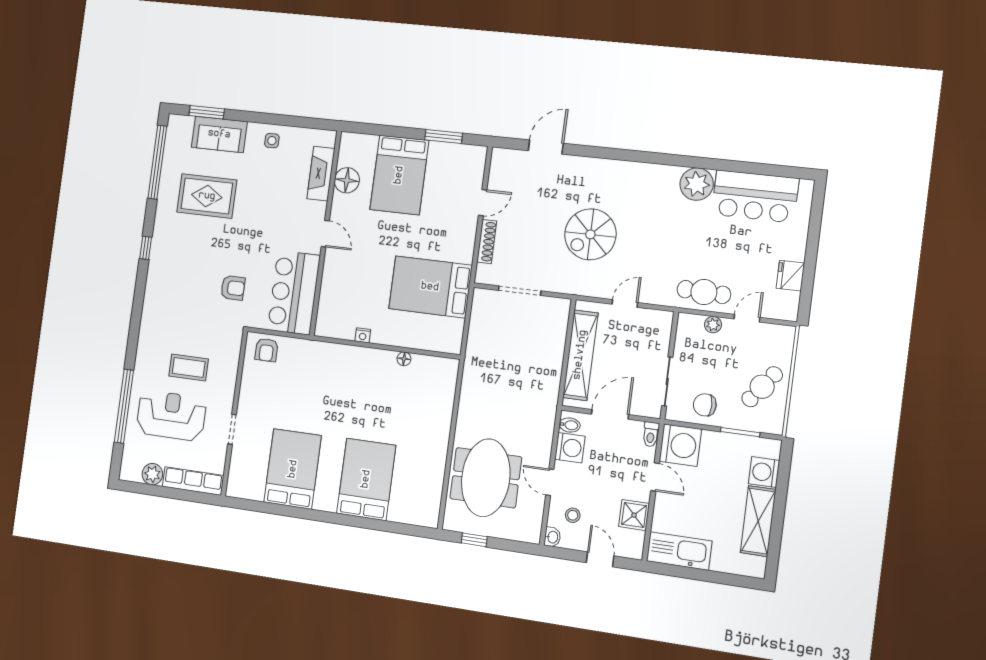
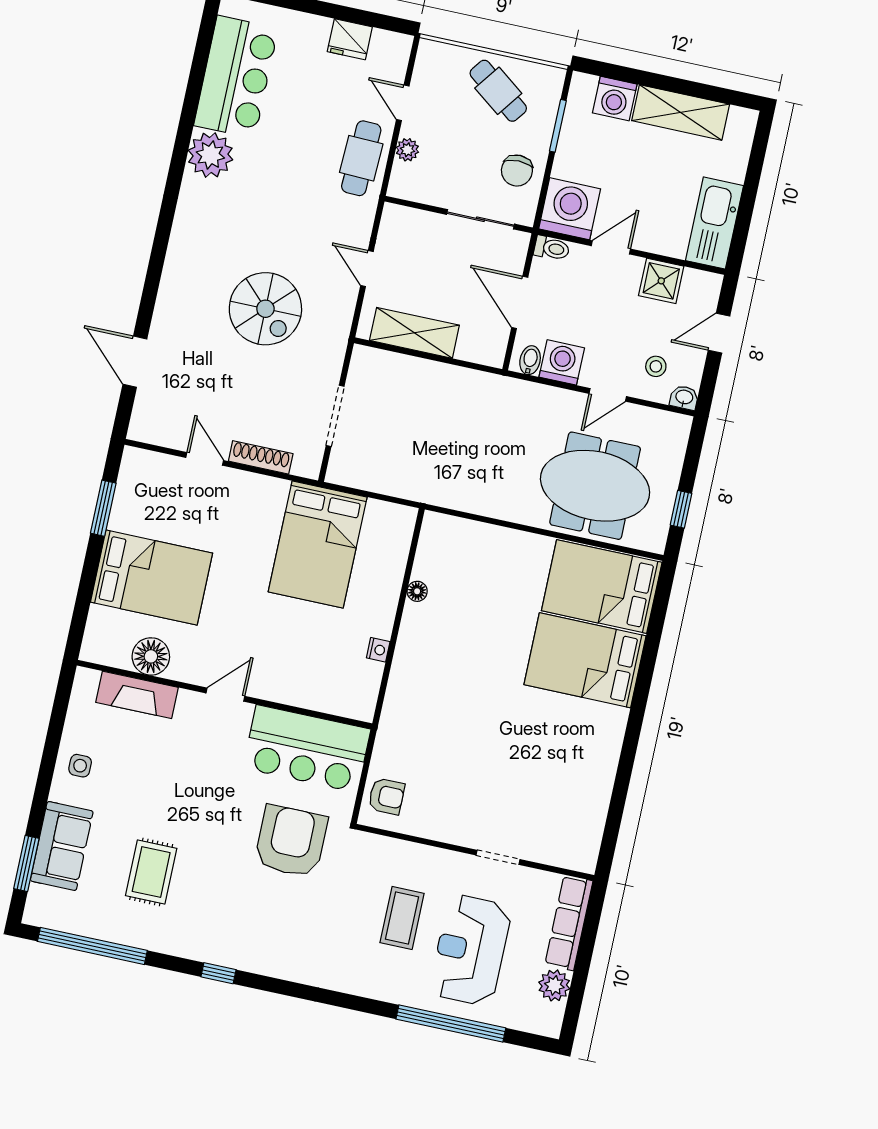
rug: (207, 196) -> (151, 872), width x0.73, depth x0.70
armchair: (233, 288) -> (291, 841), width x1.88, depth x1.88
shelving: (580, 355) -> (414, 333), width x0.68
bed: (293, 469) -> (602, 587), moved

